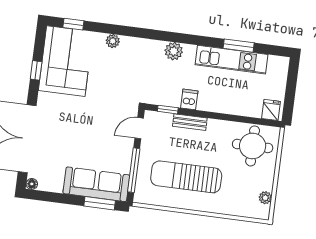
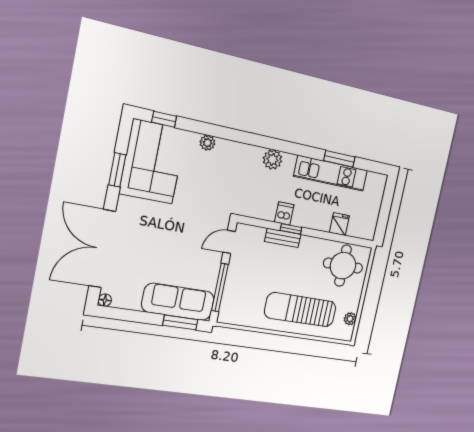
window: (36, 70) -> (117, 170), width x1.50
window: (168, 110) -> (291, 229), moved
fridge: (271, 110) -> (339, 224), moved
sun lounger: (186, 177) -> (300, 310), moved

